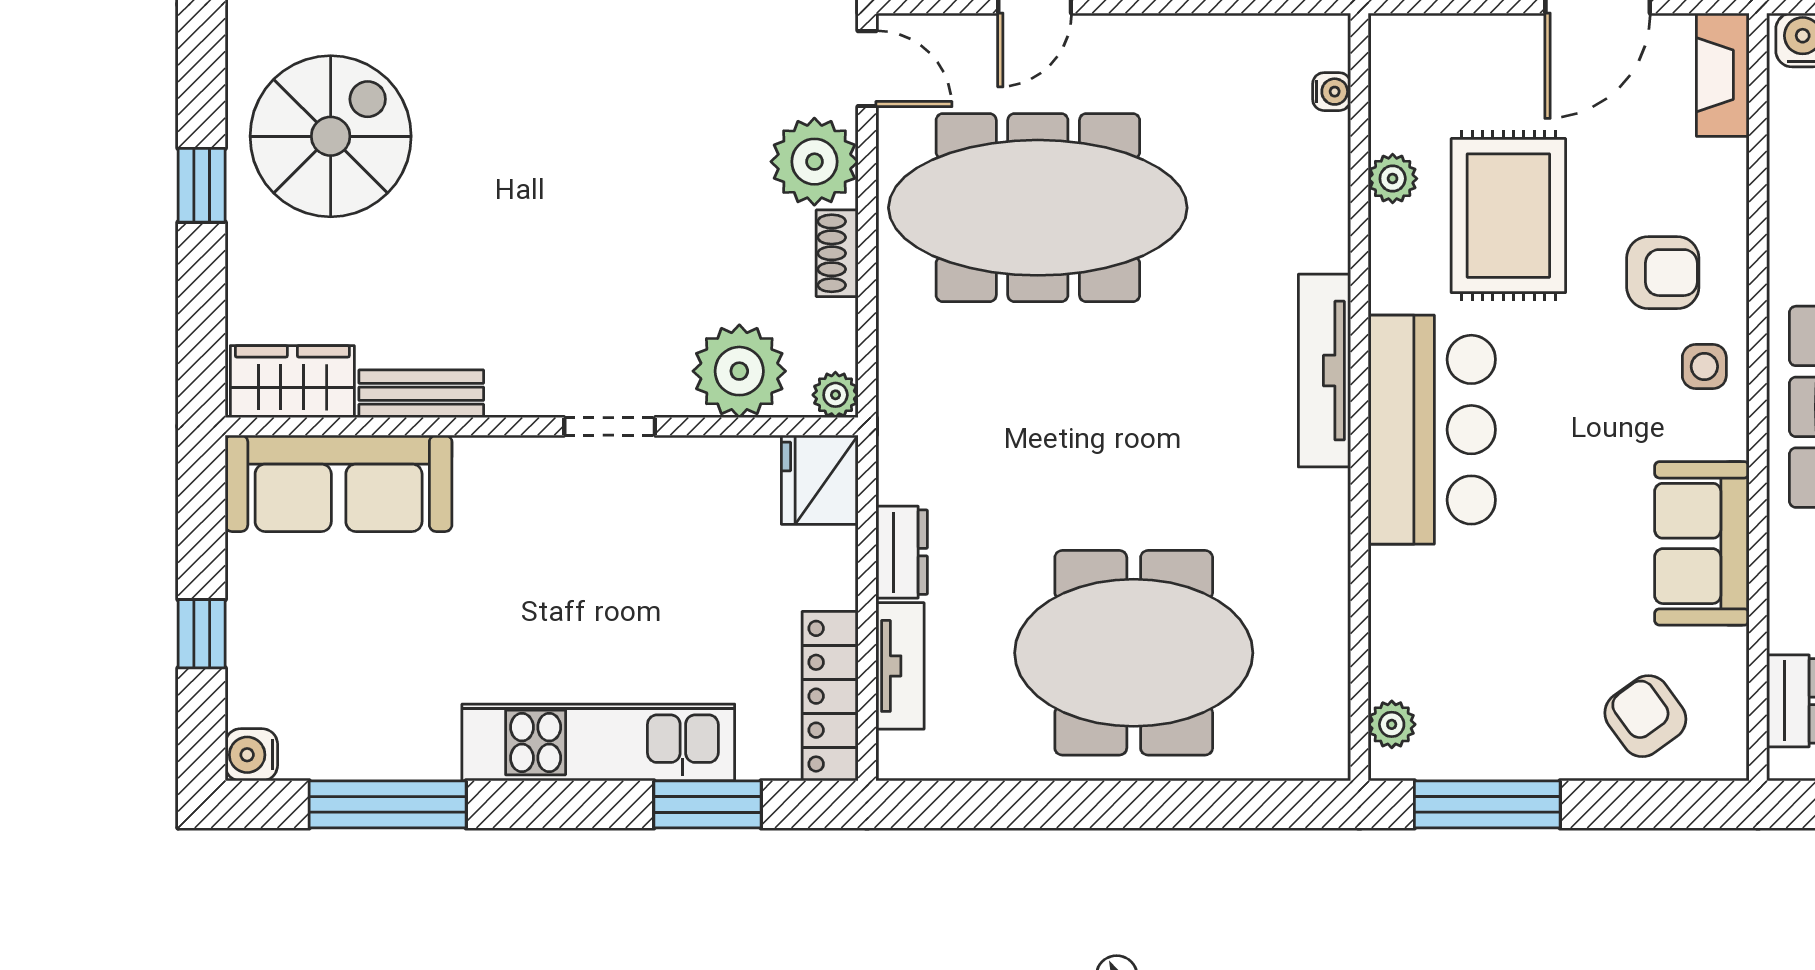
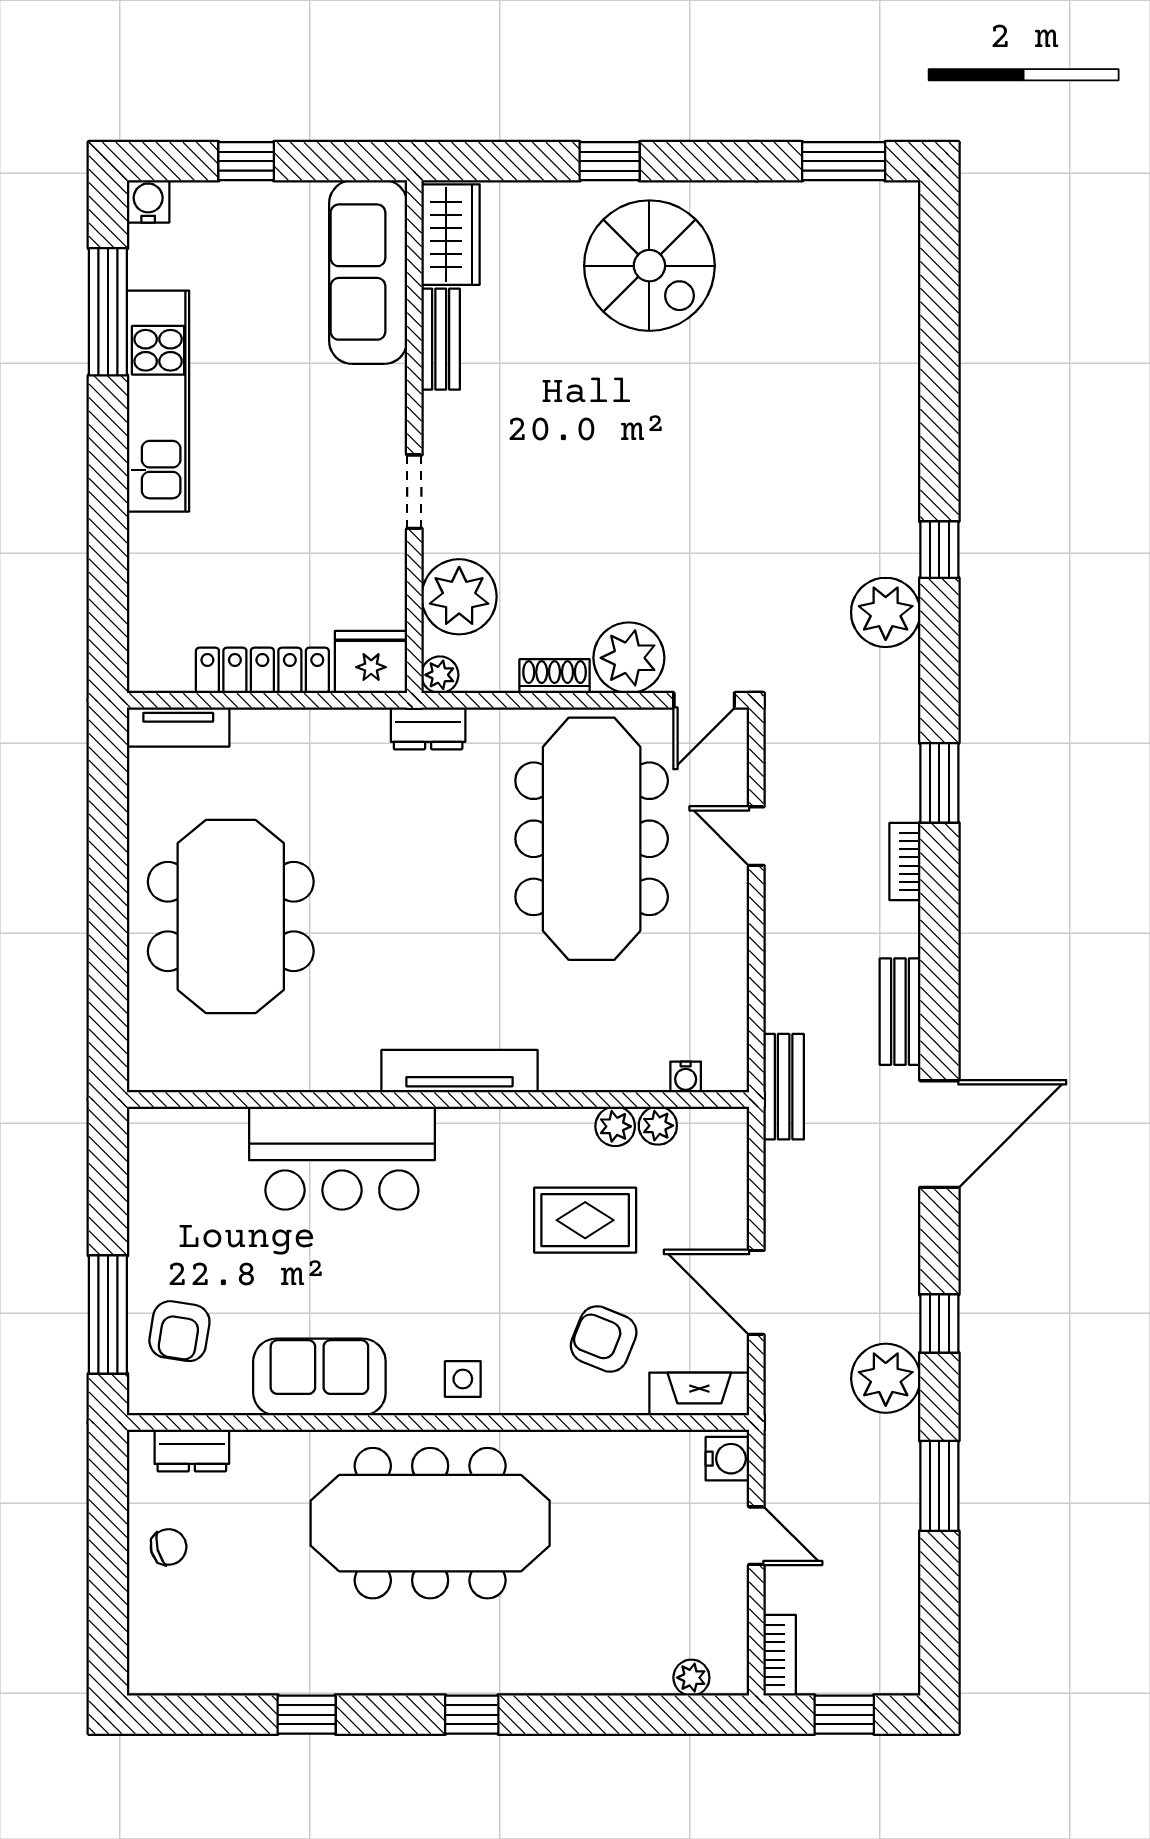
rug: (1508, 216) -> (585, 1220), width x0.73, depth x0.70
armchair: (1663, 273) -> (604, 1339), moved, turned 112
bar counter: (1432, 430) -> (342, 1158), moved
dresser: (902, 552) -> (428, 728), moved
tv unit: (900, 666) -> (178, 727), moved
locker: (830, 696) -> (262, 670), moved
armchair: (1645, 716) -> (179, 1331), turned 135
plant: (1392, 724) -> (658, 1126), moved
kitchen unit: (598, 743) -> (158, 401), moved
window: (707, 804) -> (108, 571), removed
window: (1487, 804) -> (108, 1315), moved

